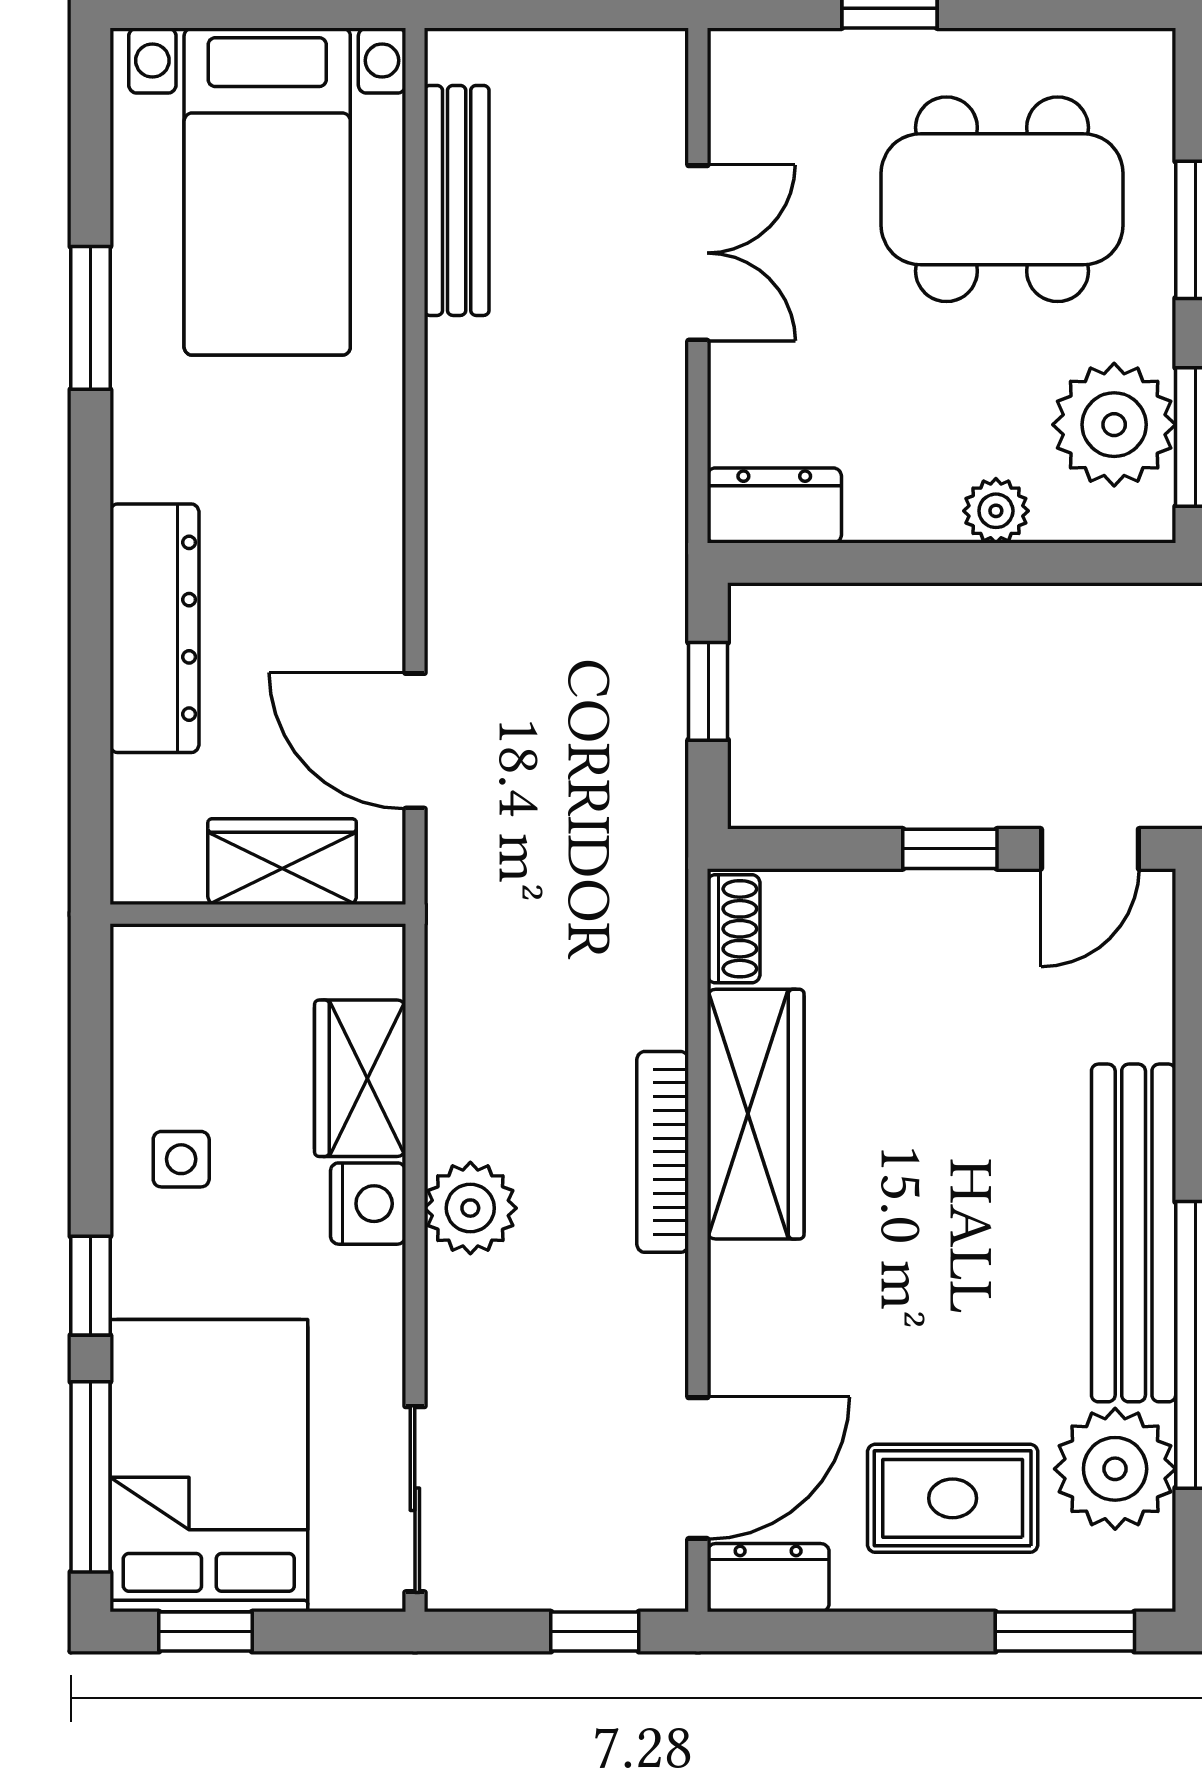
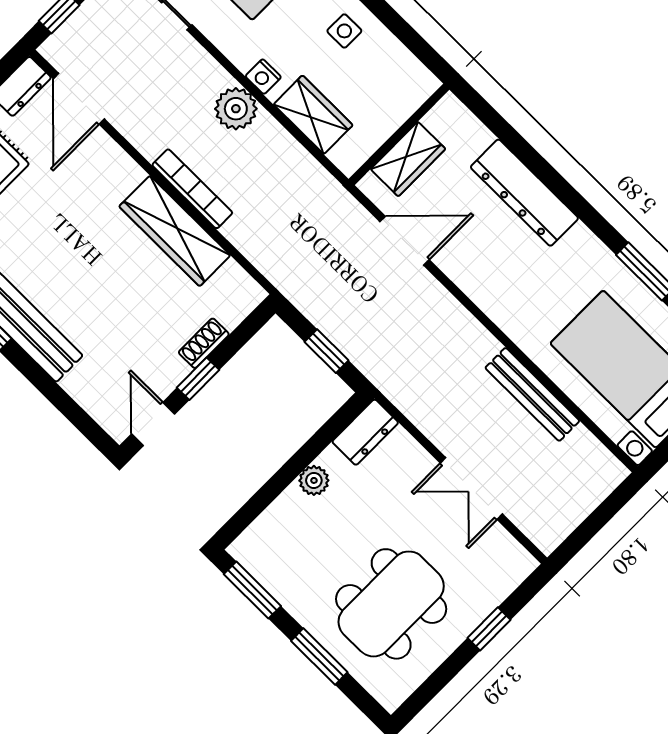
bench: (457, 200) -> (532, 394), moved
plant: (1114, 425) -> (282, 568), removed
plant: (996, 511) -> (314, 480), moved
shoe rack: (734, 929) -> (204, 343), moved, turned 90
nightstand: (368, 1204) -> (263, 77), width x0.72, depth x0.74

